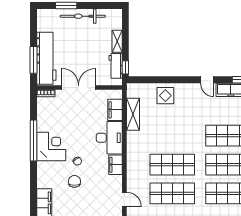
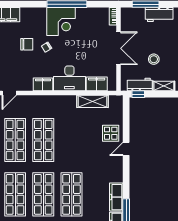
stool: (90, 52) -> (154, 59), added
workbench: (46, 58) -> (159, 15), width x0.53, depth x0.76
door: (207, 80) -> (126, 149), moved

